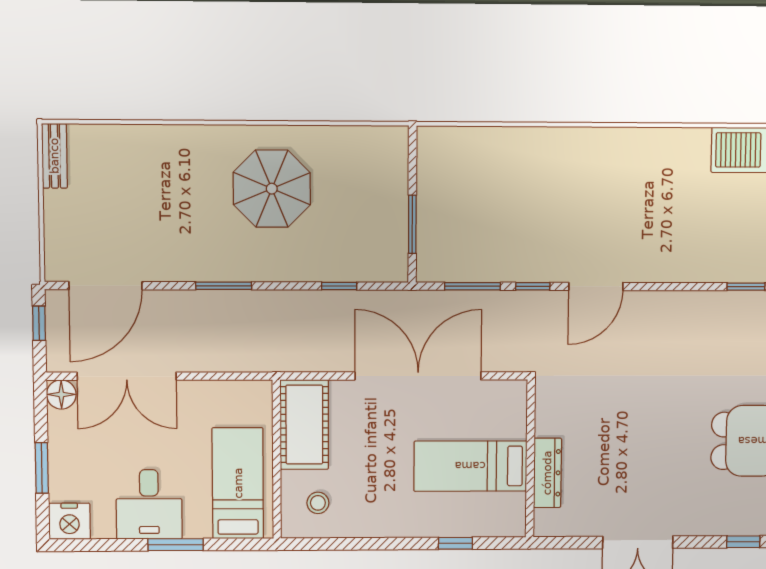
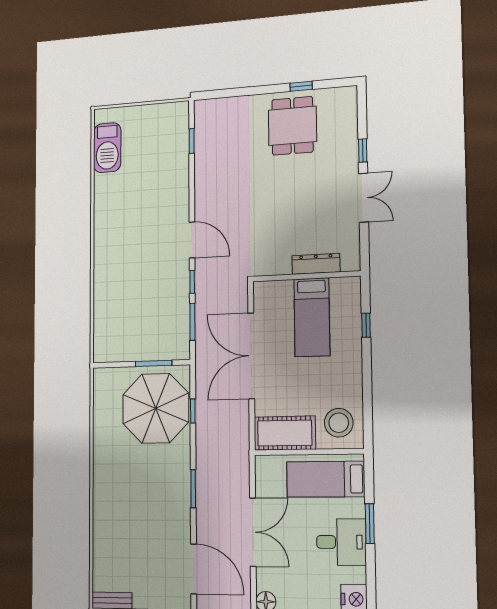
parasol: (272, 189) -> (156, 408), moved, width x1.36, depth x1.36
double door: (127, 376) -> (253, 532), moved
stool: (318, 503) -> (339, 423), width x1.89, depth x1.89
window: (743, 542) -> (363, 151), moved

